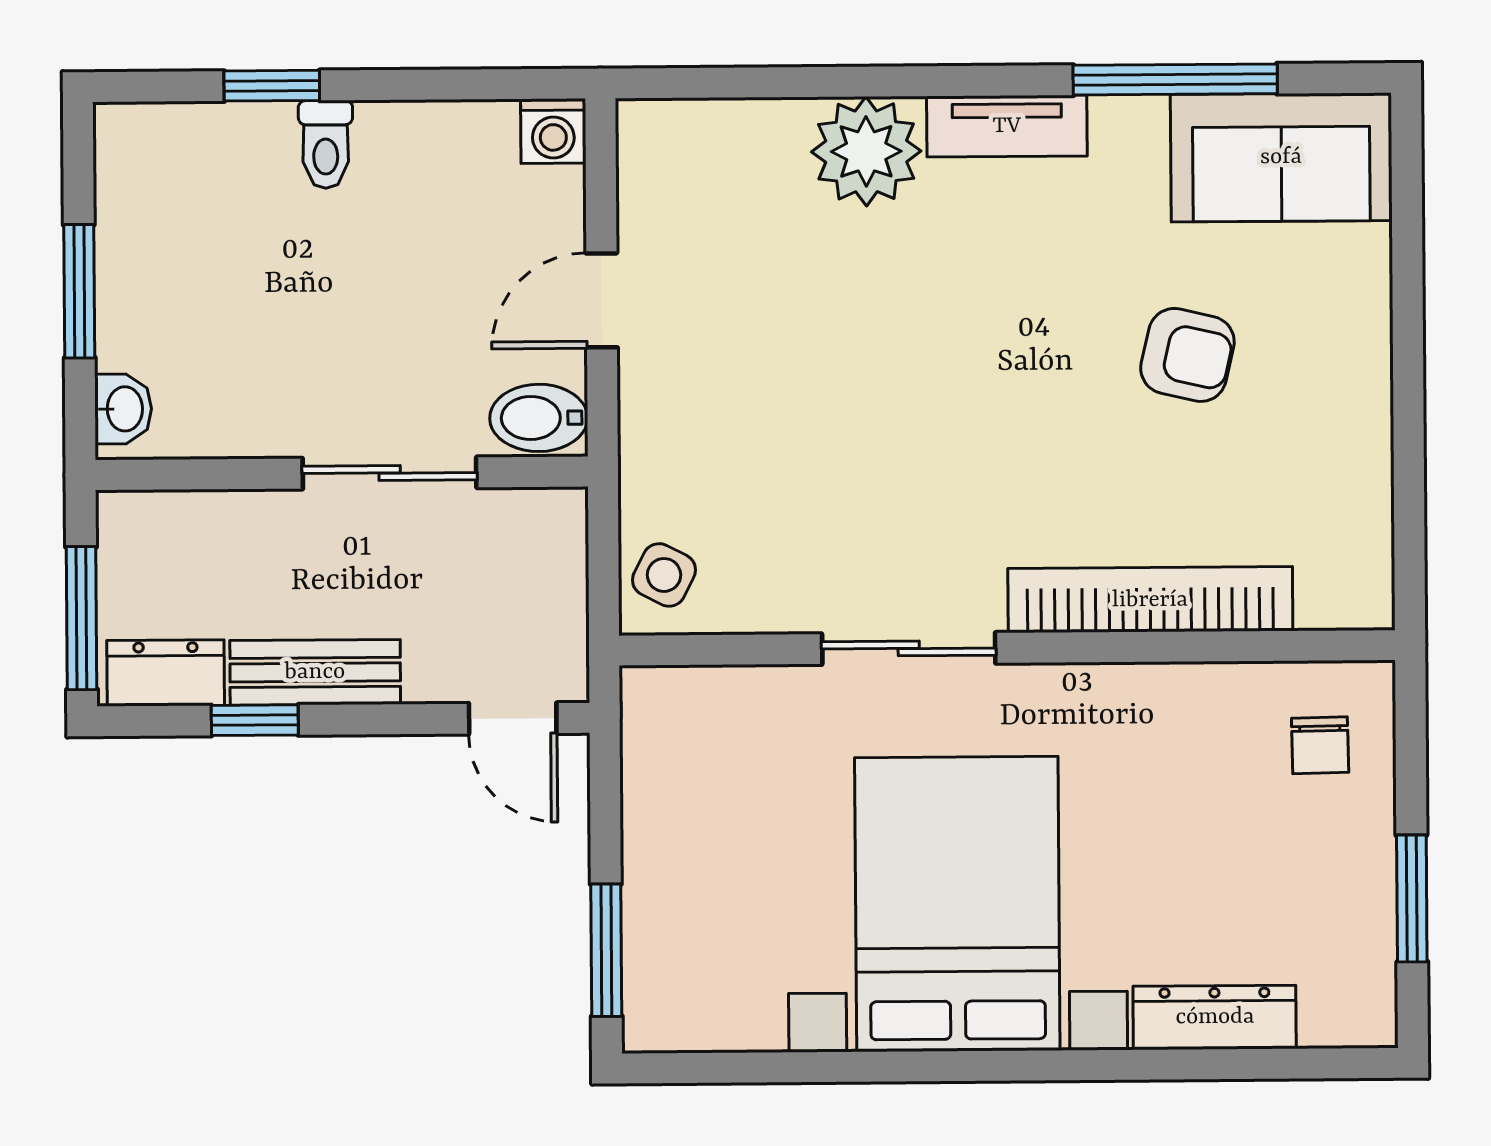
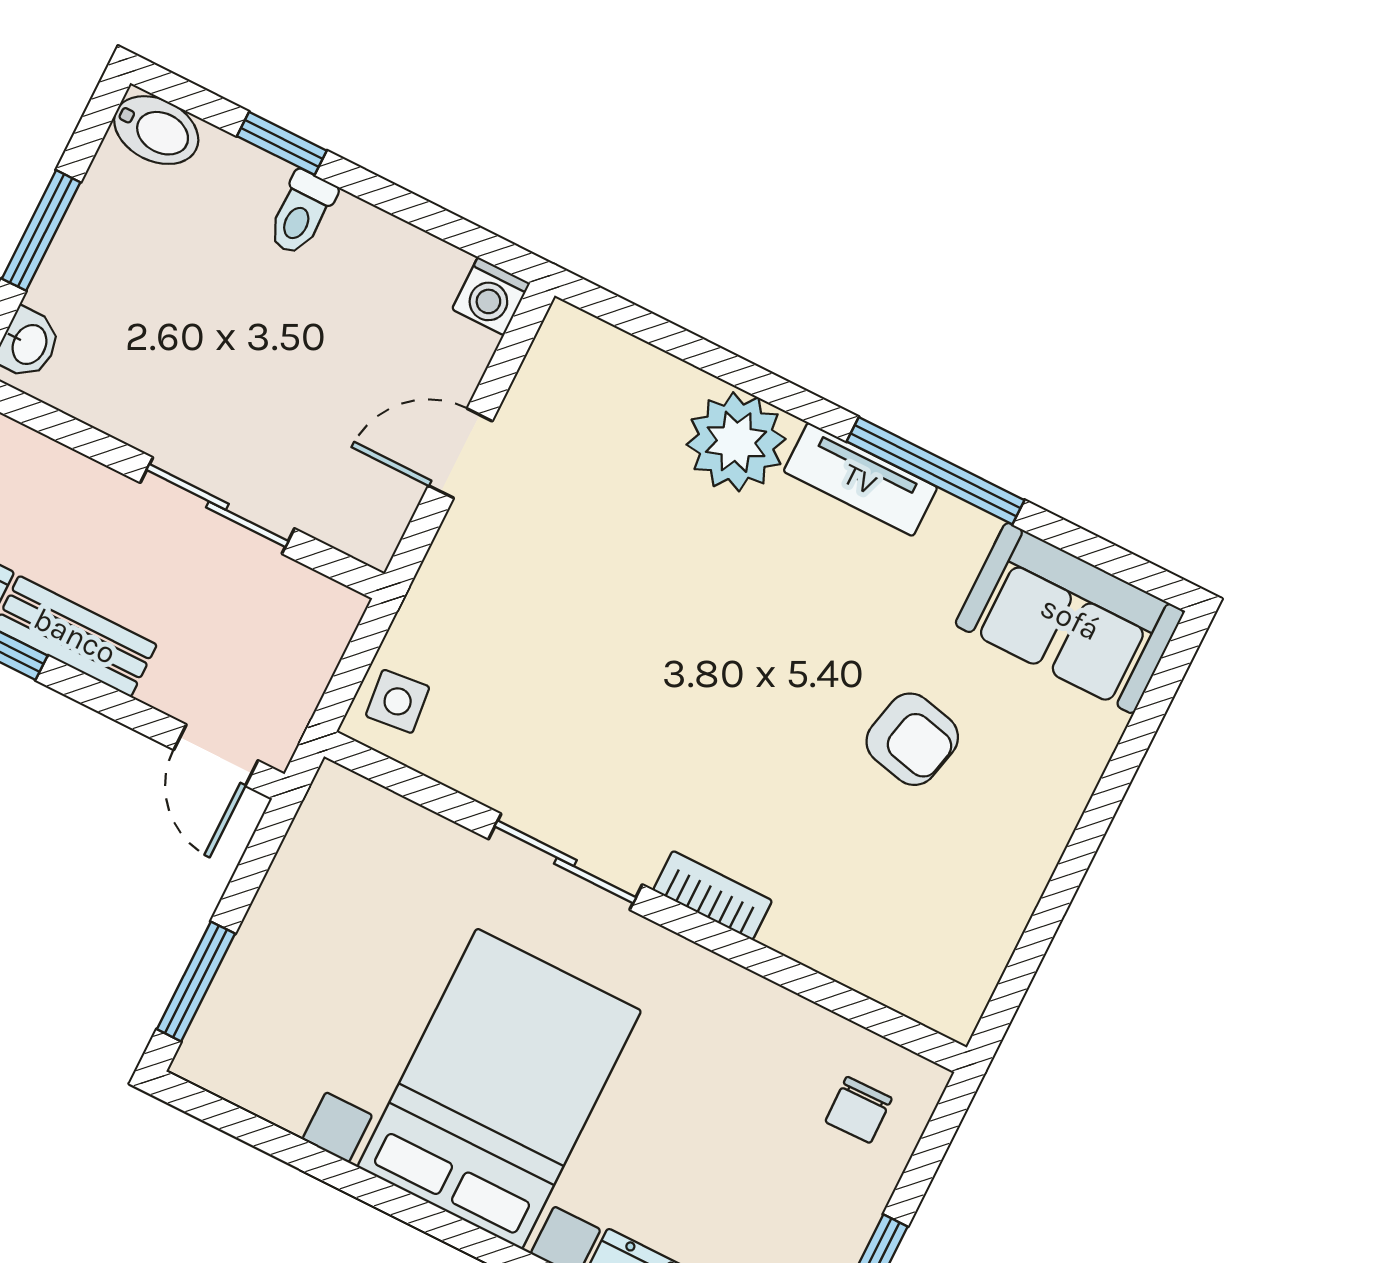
window: (1175, 79) -> (936, 471), moved
bidet: (539, 418) -> (156, 130), moved, turned 180
side table: (664, 575) -> (398, 701), turned -33
bookcase: (1150, 600) -> (713, 895), width x0.43, depth x0.76

